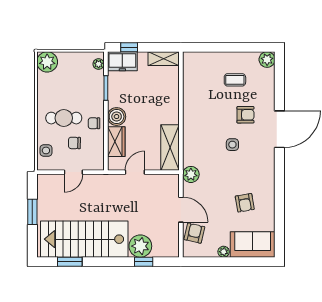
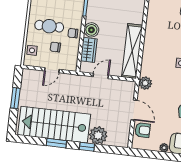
shelving: (170, 147) -> (132, 51), width x1.47
armchair: (194, 233) -> (143, 130), turned 77
window: (70, 262) -> (56, 143), moved
window: (144, 262) -> (87, 147), moved

